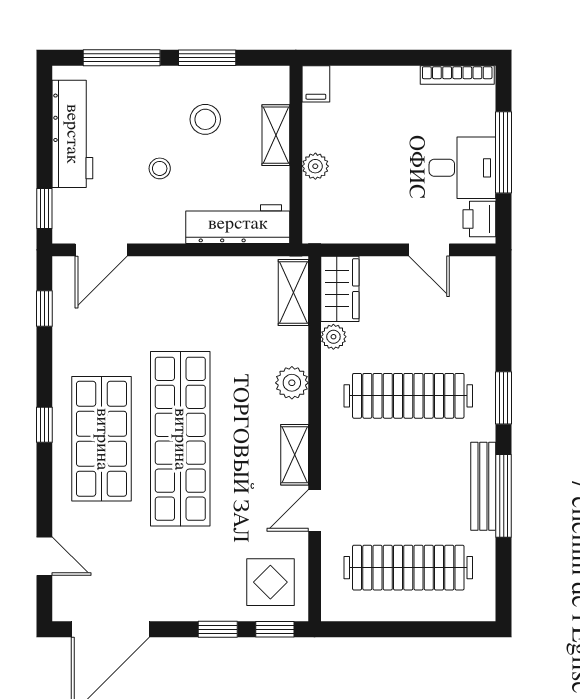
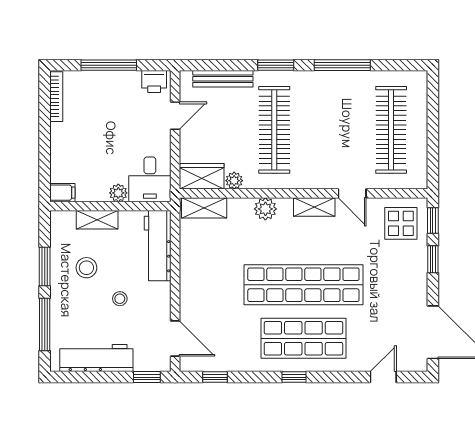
desk: (462, 168) -> (150, 179), moved, turned 180
bench: (483, 486) -> (223, 79), moved

